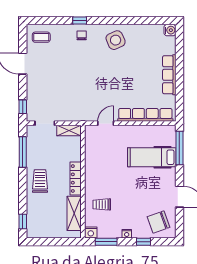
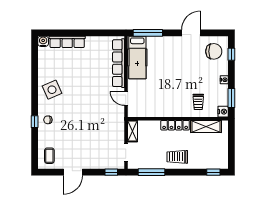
row of seats: (169, 75) -> (67, 42), moved
hospital bed: (152, 157) -> (137, 57), moved
chair: (159, 222) -> (214, 51), turned -70
window: (143, 242) -> (231, 54), moved

